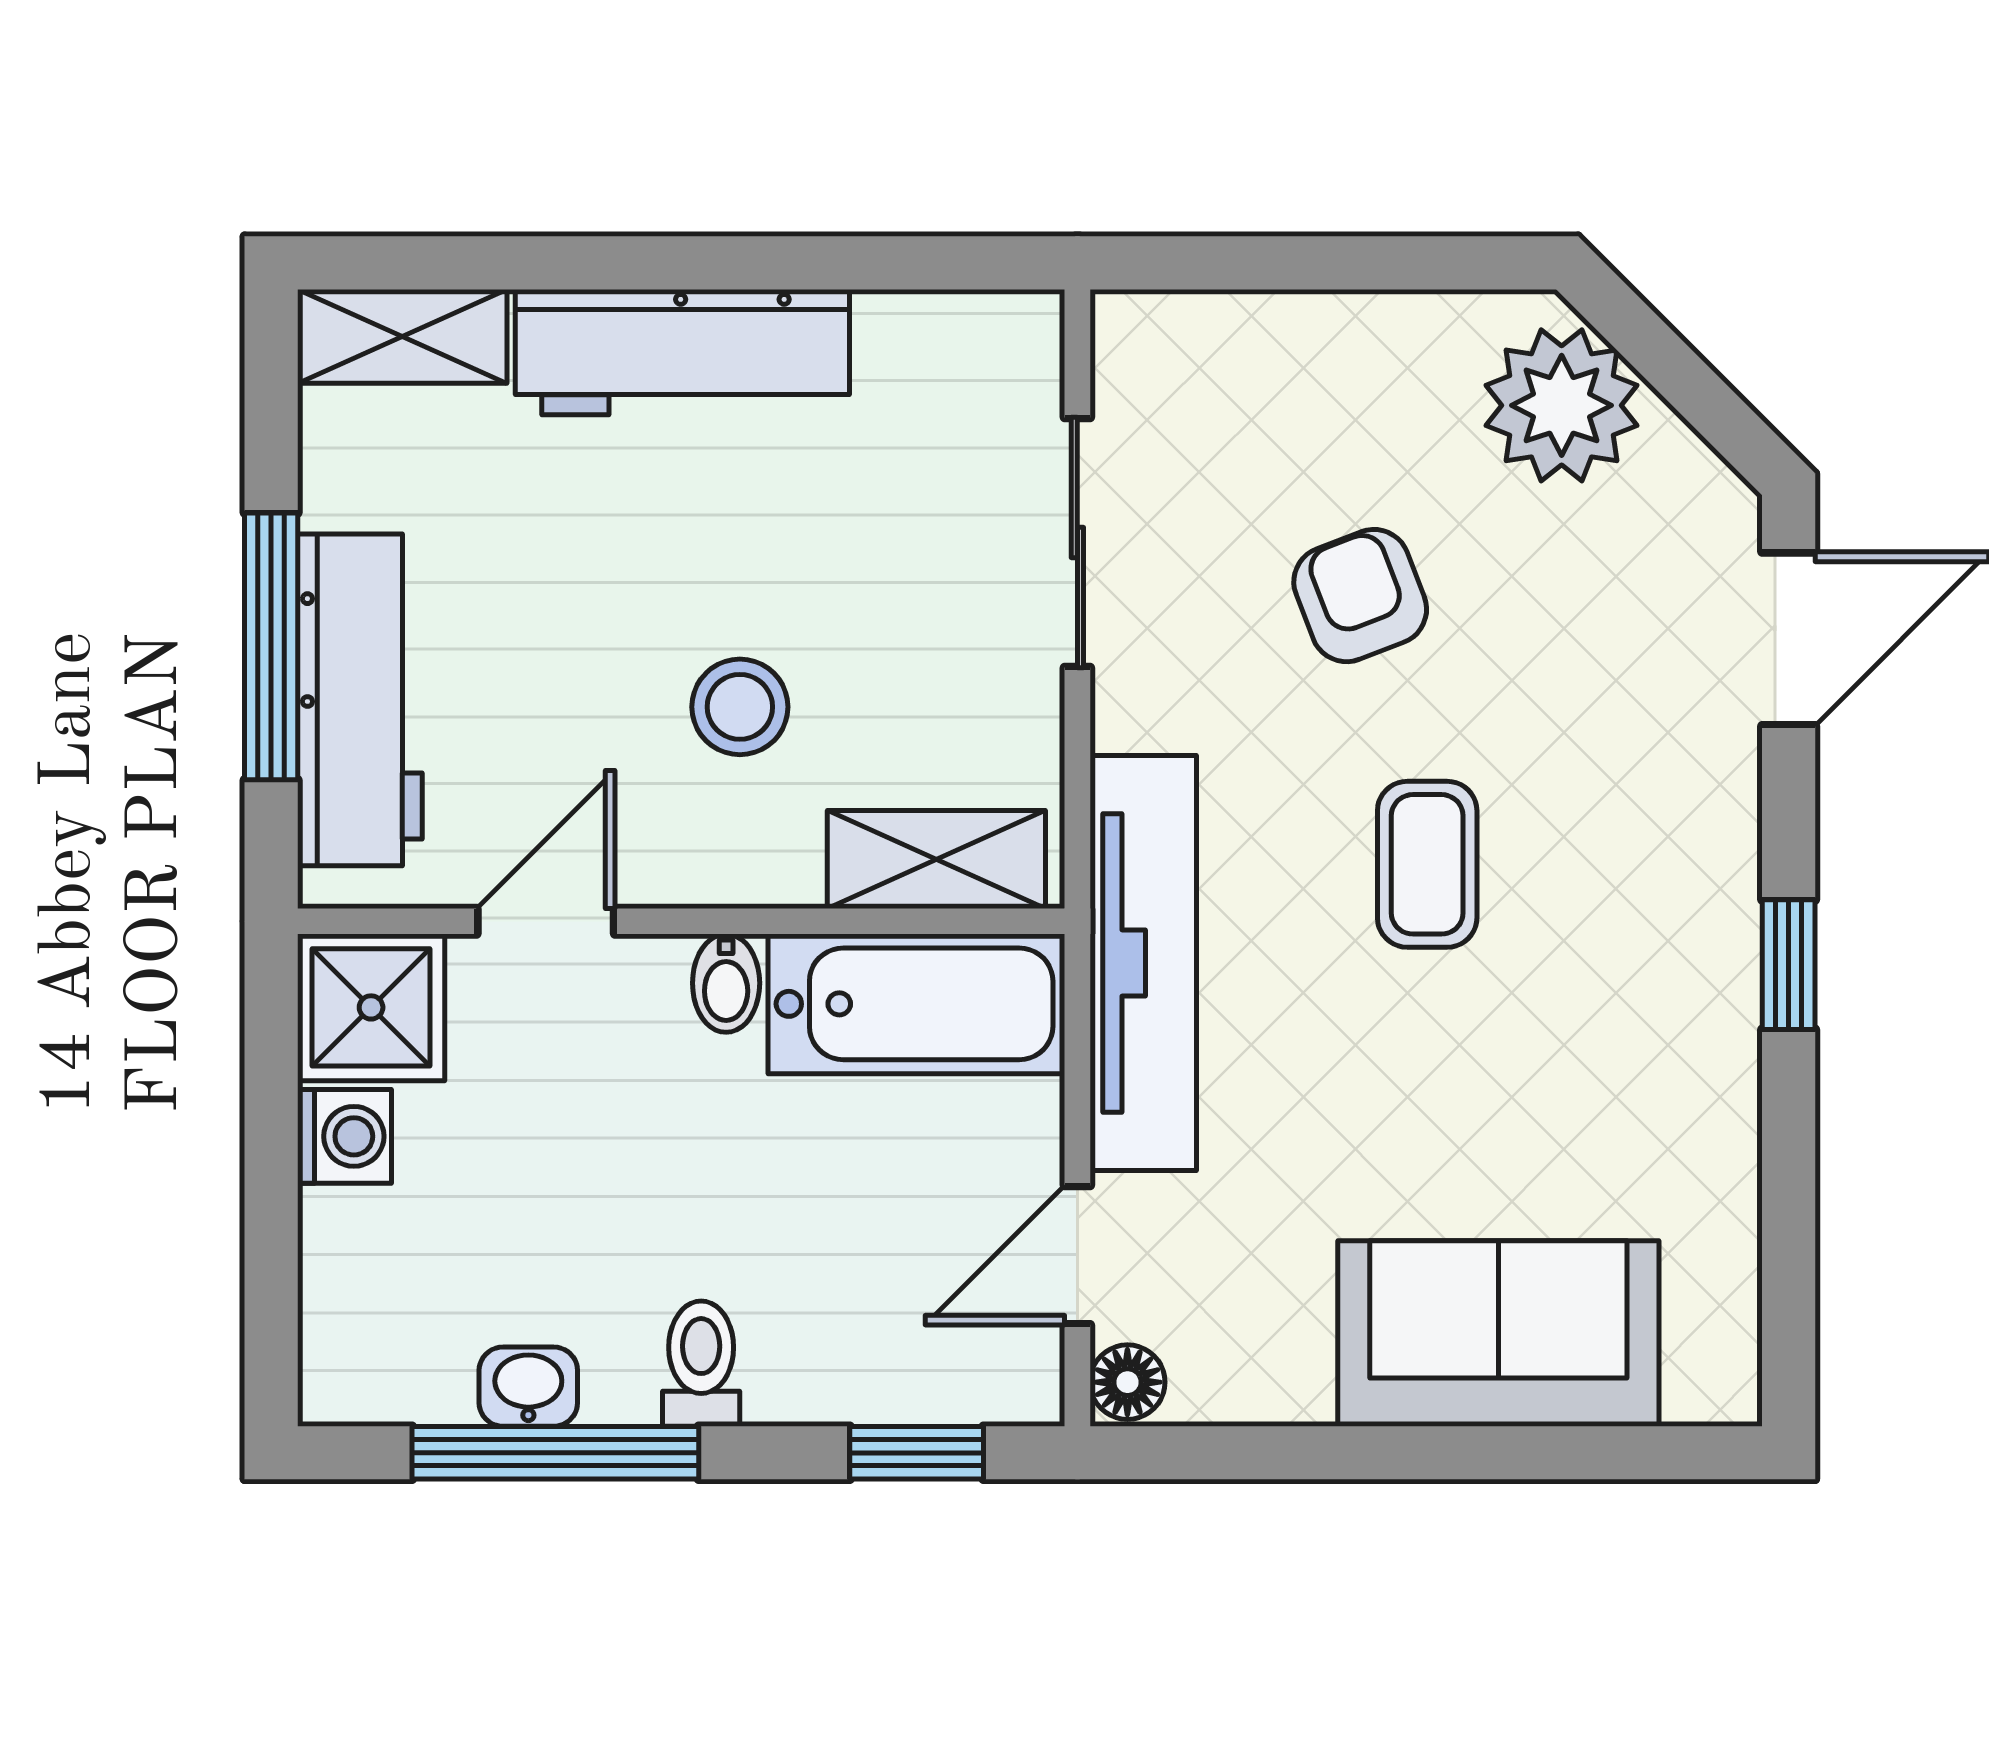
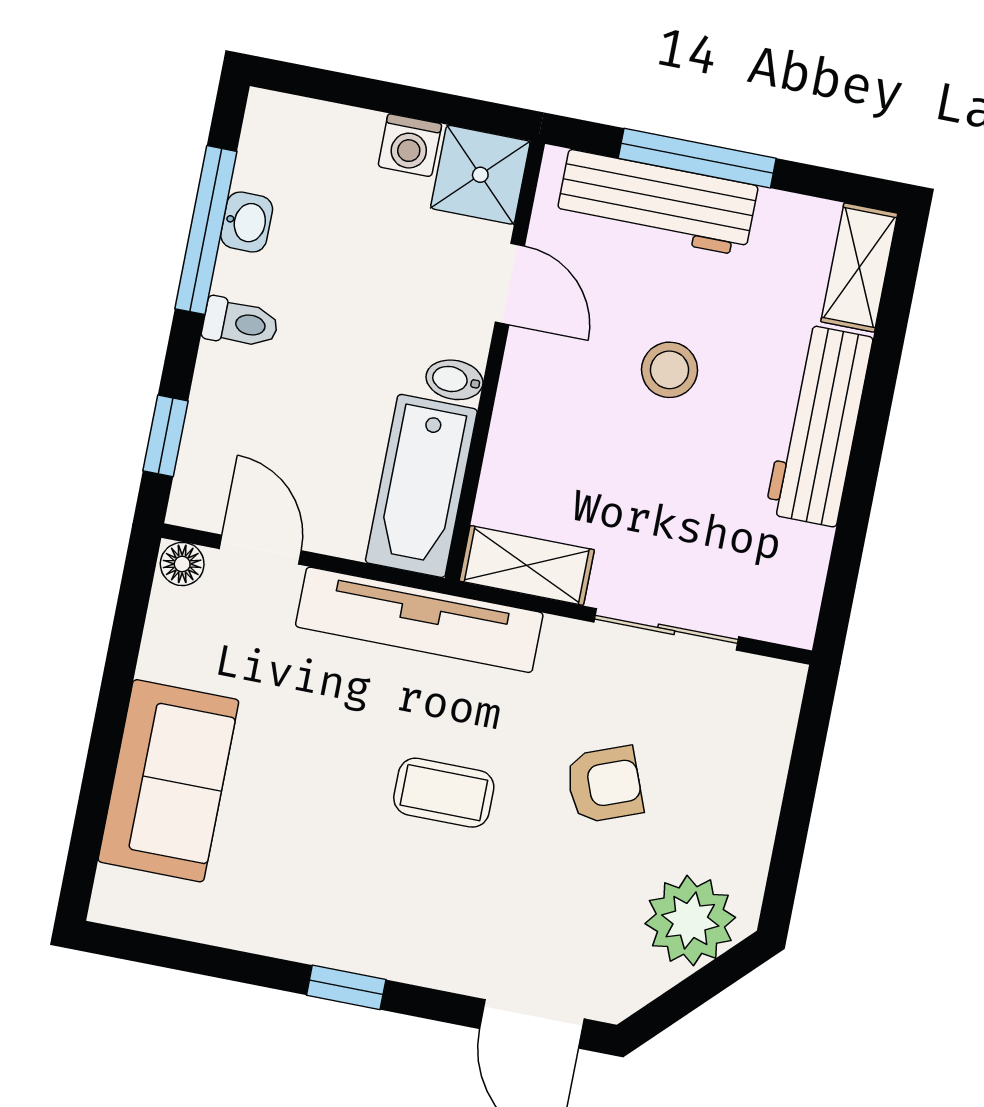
stool: (740, 707) -> (670, 370), moved
shelving: (936, 859) -> (527, 565), moved, turned 90

